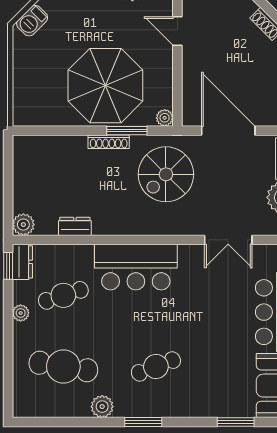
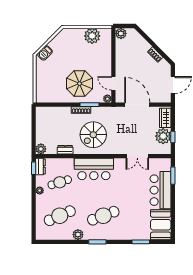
door: (177, 31) -> (113, 83), moved
parasol: (105, 86) -> (79, 84), width x0.73, depth x0.73
spiral stairs: (166, 174) -> (93, 135), moved
cafe table: (63, 366) -> (60, 216), turned -33
cafe table: (156, 366) -> (103, 216), width x1.37, depth x1.35

